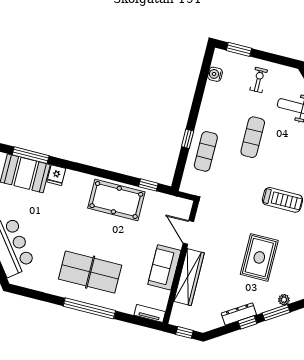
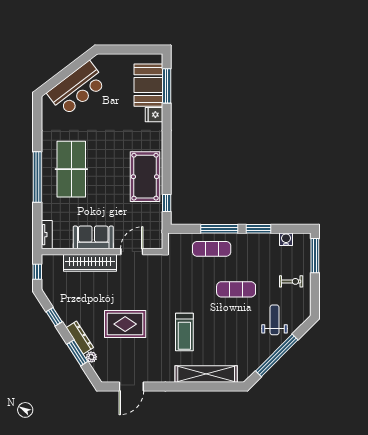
window: (239, 49) -> (315, 256), width x1.44
window: (198, 99) -> (258, 229), added
window: (188, 139) -> (219, 229), width x2.17
dresser: (239, 314) -> (80, 338), moved
window: (247, 322) -> (54, 317), moved

